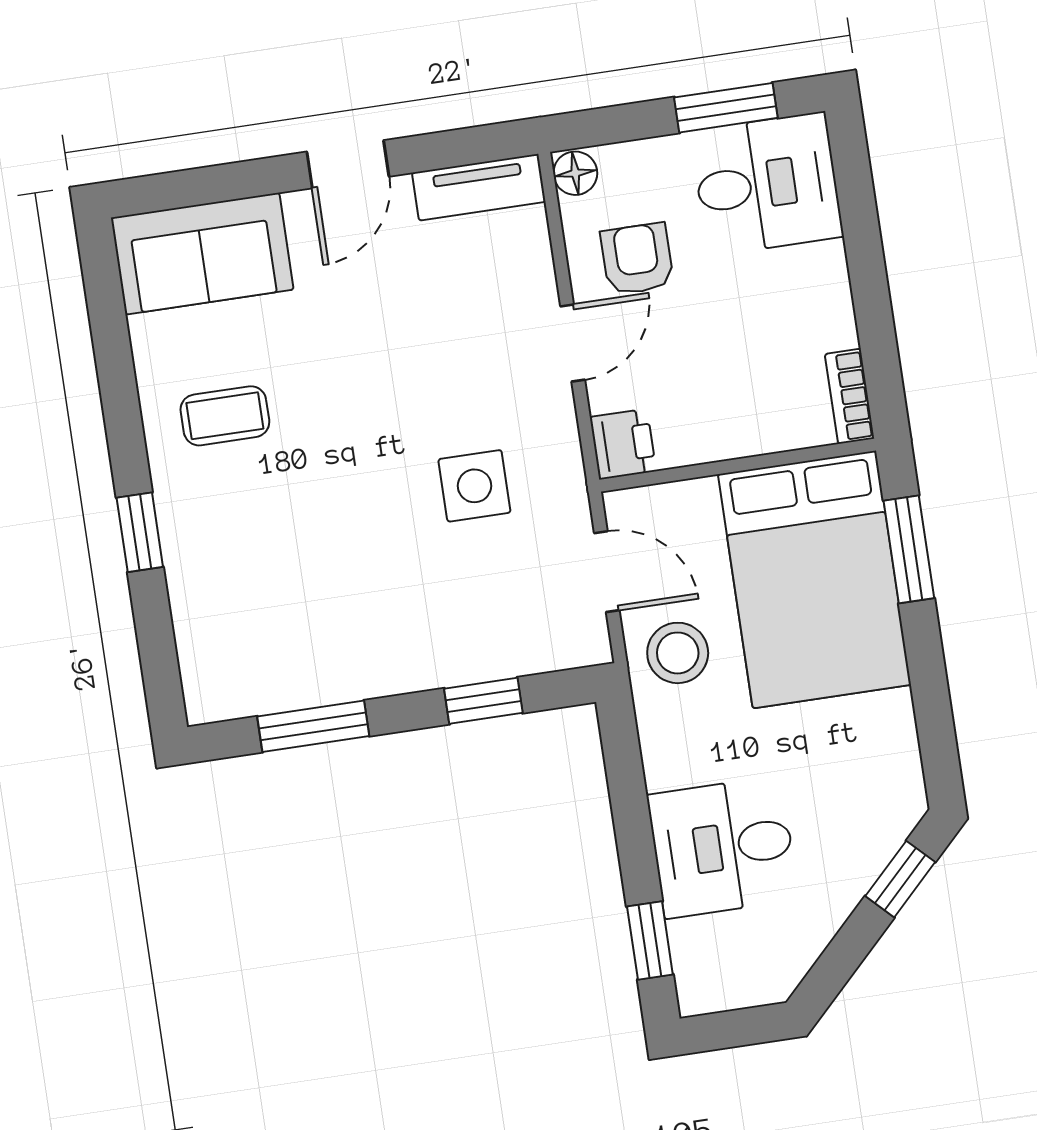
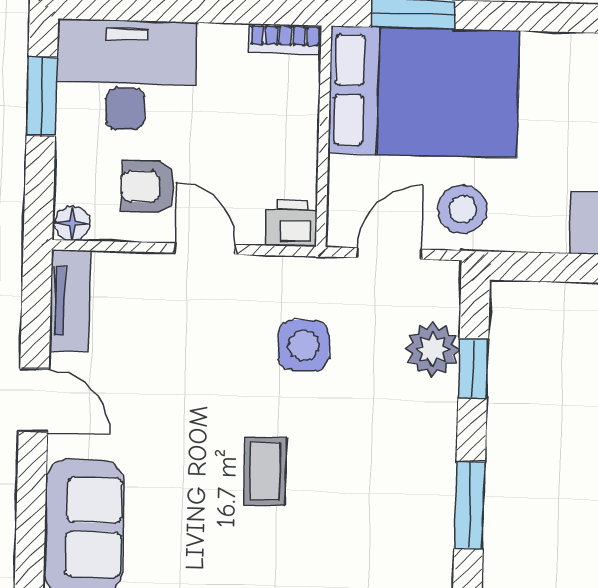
desk: (767, 184) -> (126, 75), width x1.37
coffee table: (225, 416) -> (265, 471), moved
plant: (498, 647) -> (433, 349), added

